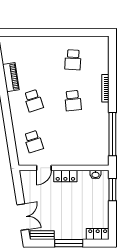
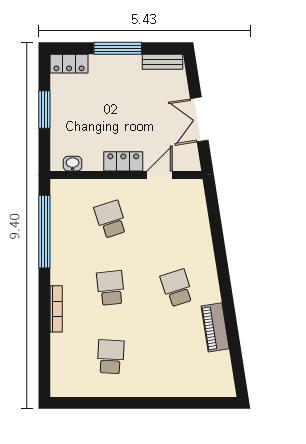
school desk: (34, 141) -> (111, 219), moved
window: (112, 190) -> (44, 109), moved
double door: (23, 217) -> (199, 119), moved

